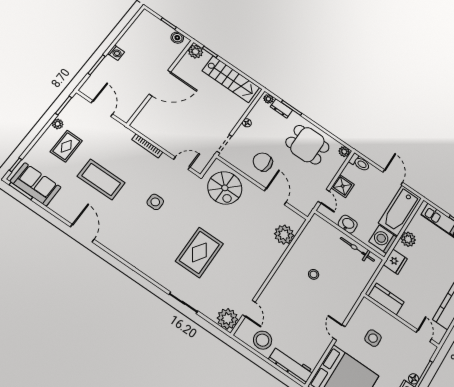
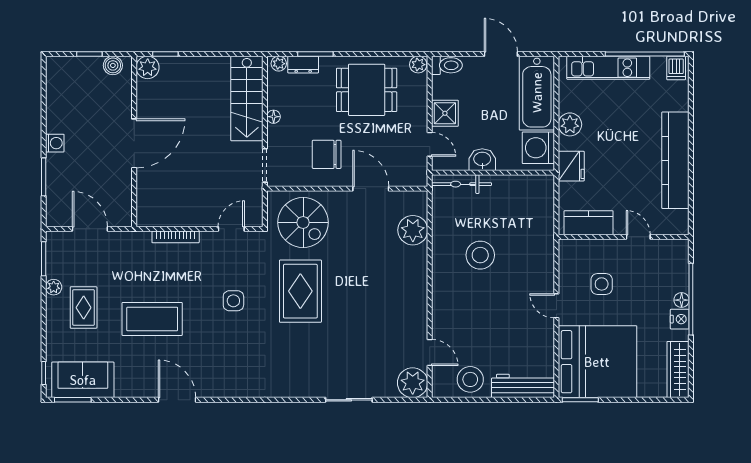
stairs: (231, 79) -> (247, 98), moved, turned 90
bicycle: (357, 249) -> (462, 184), moved
rug: (199, 252) -> (300, 291), moved
stool: (314, 274) -> (480, 255), width x1.89, depth x1.89
door: (424, 336) -> (638, 237), moved

